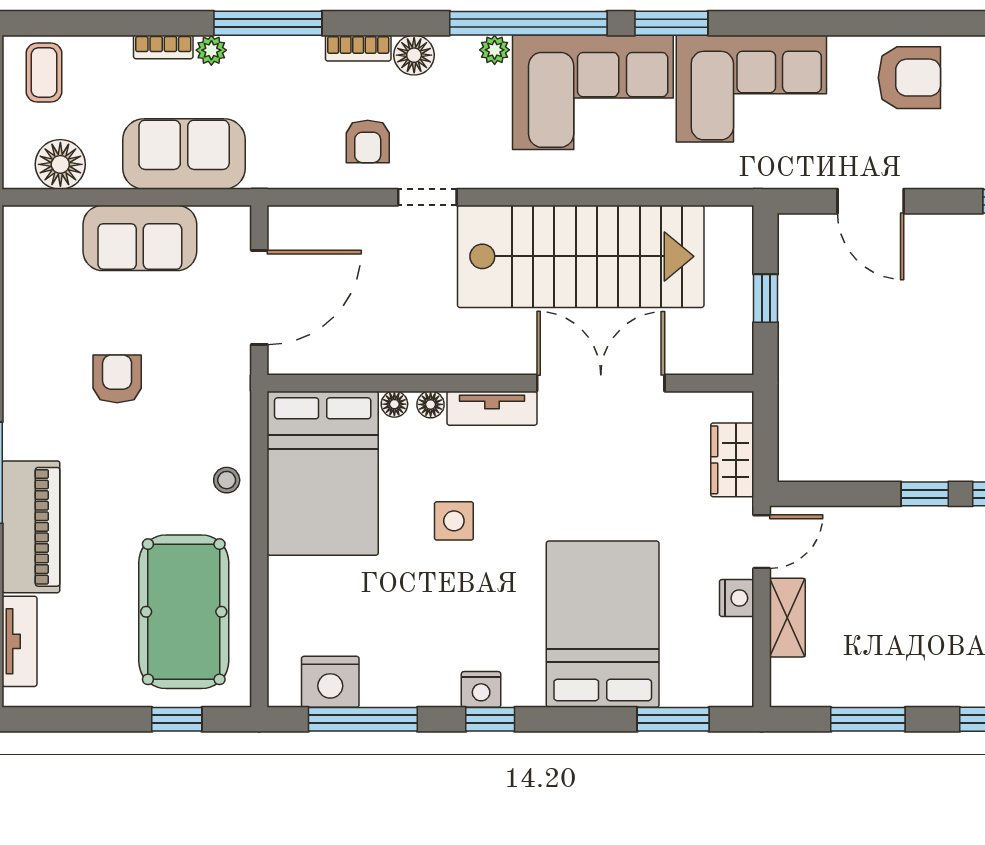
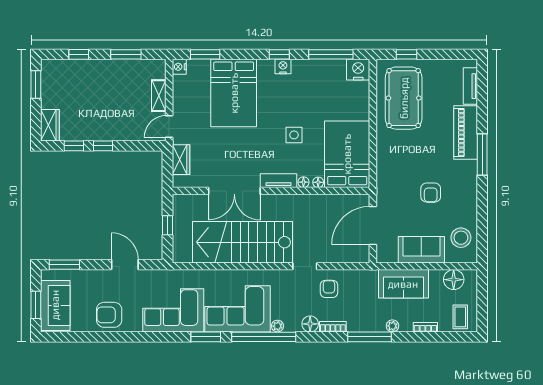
bookcase: (163, 47) -> (425, 327), moved
stool: (227, 480) -> (461, 238), moved, width x1.89, depth x1.89
nightstand: (737, 598) -> (179, 67), moved
nightstand: (330, 682) -> (358, 70), moved

